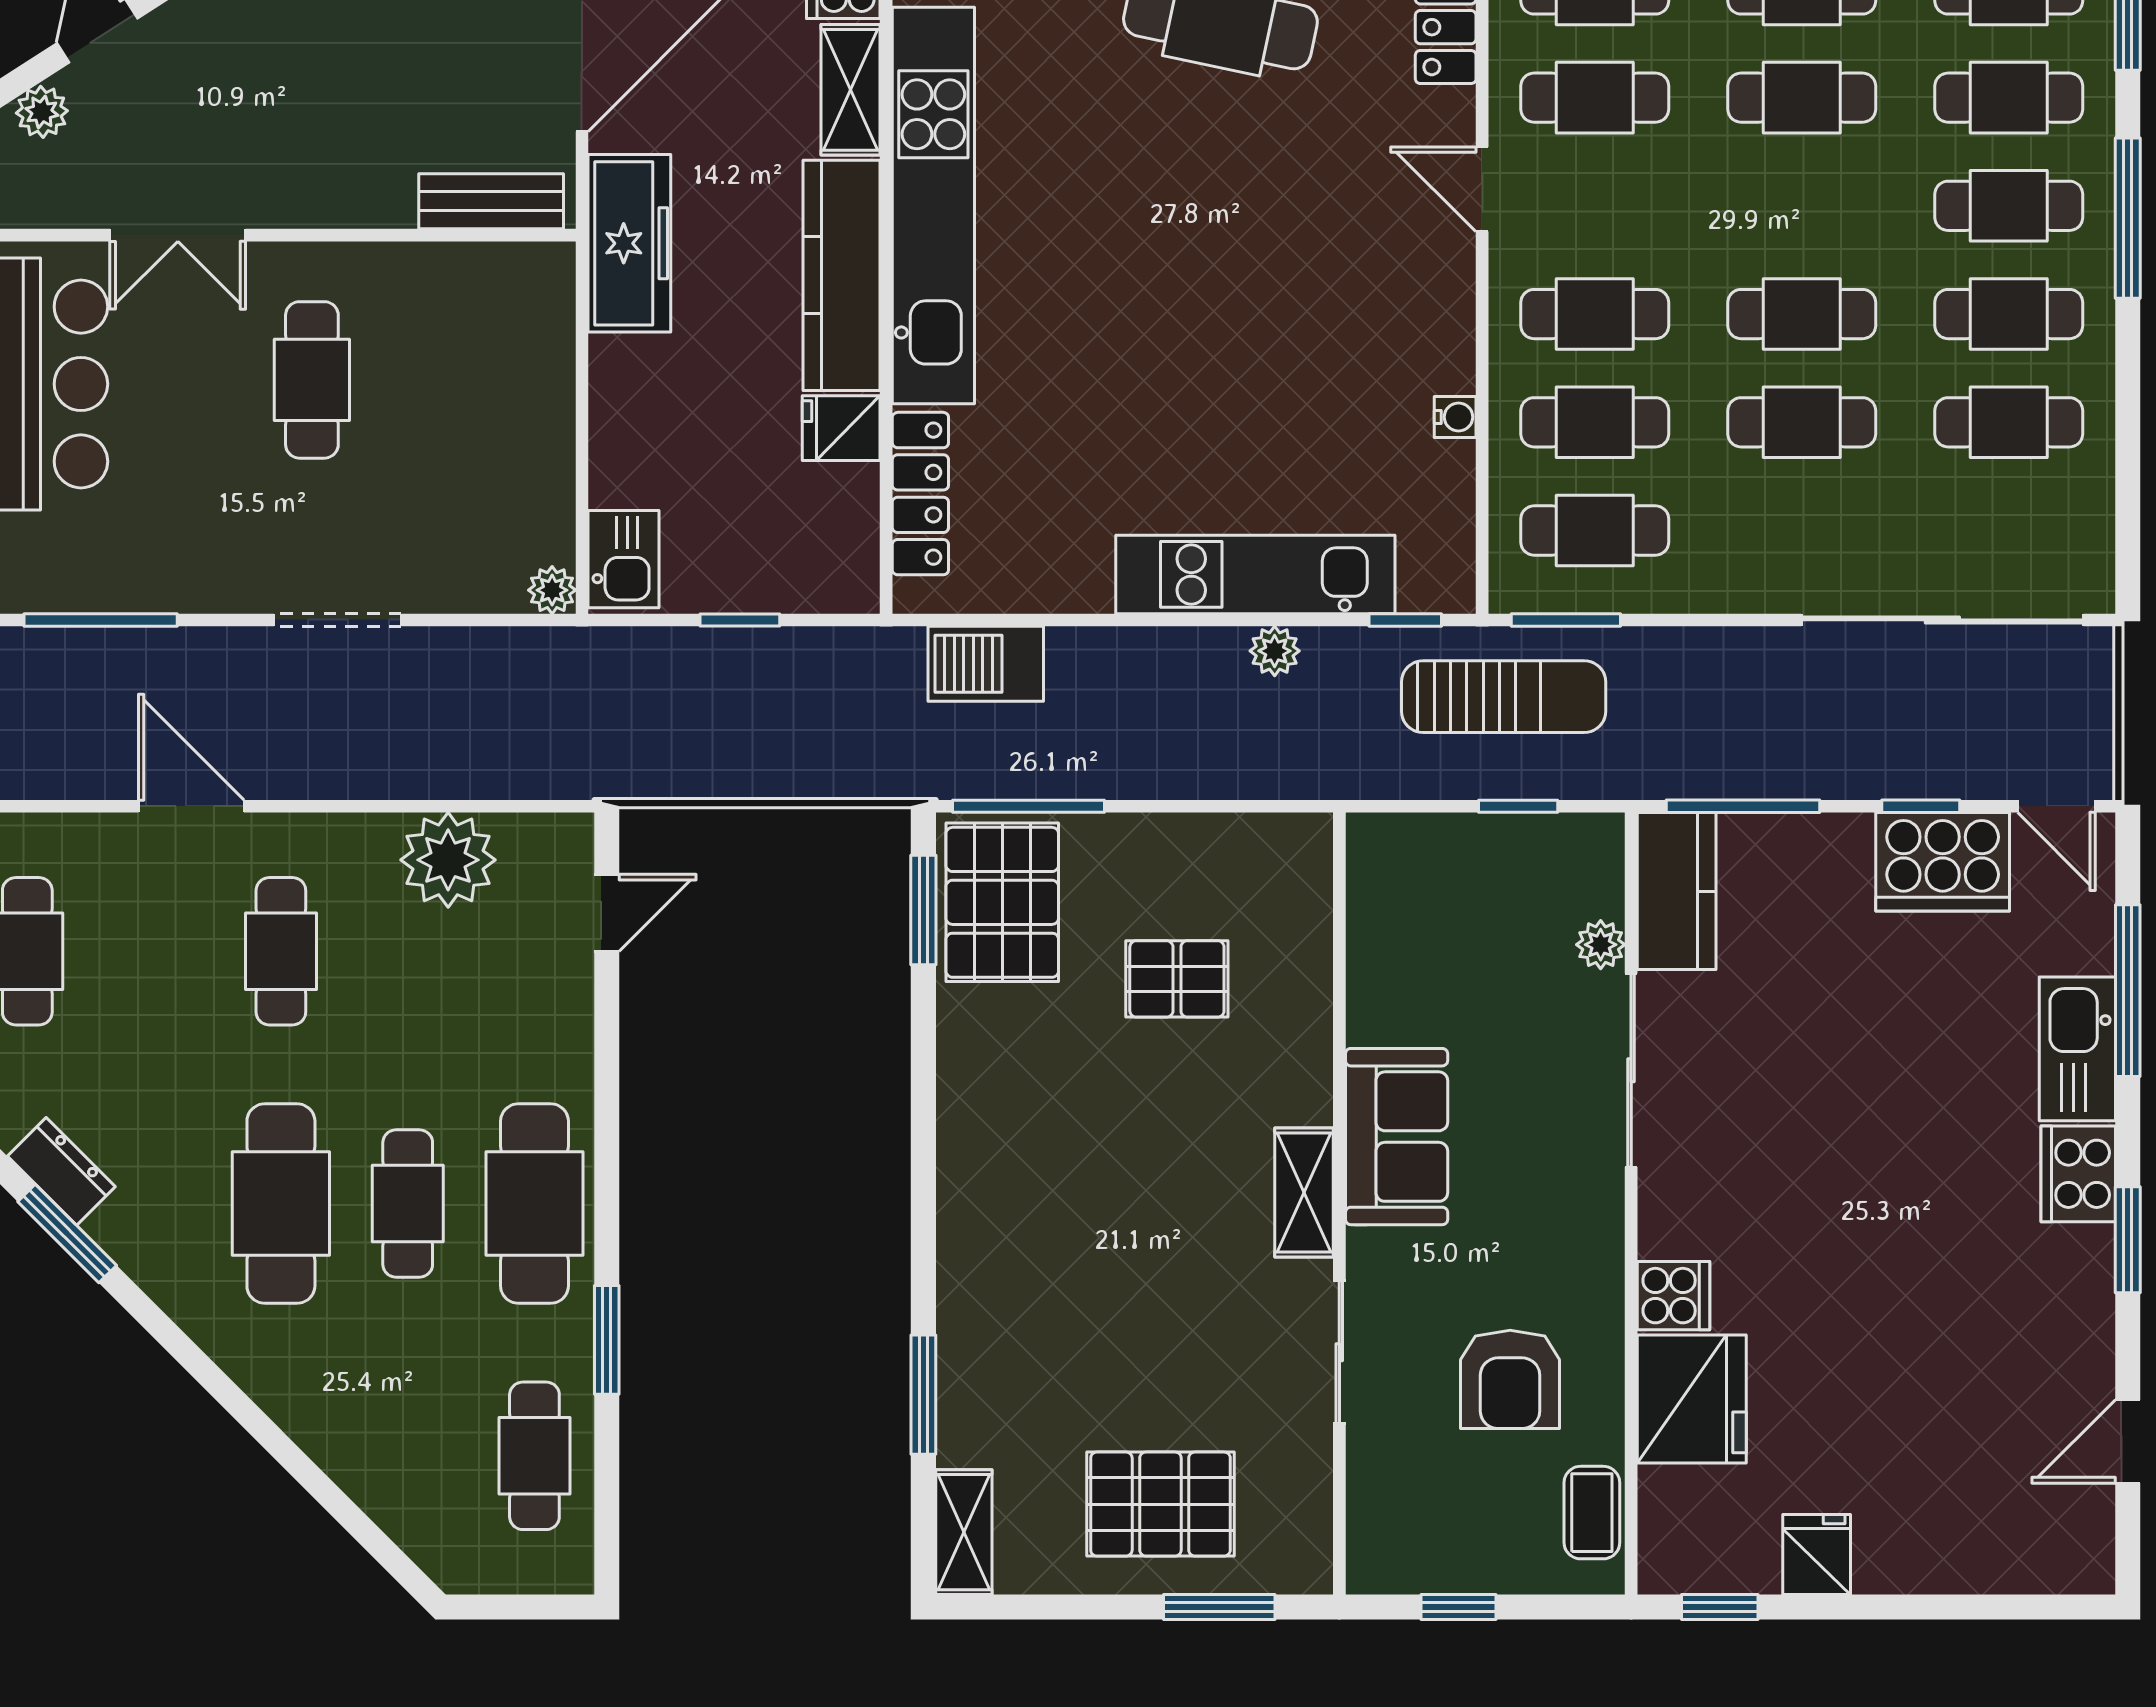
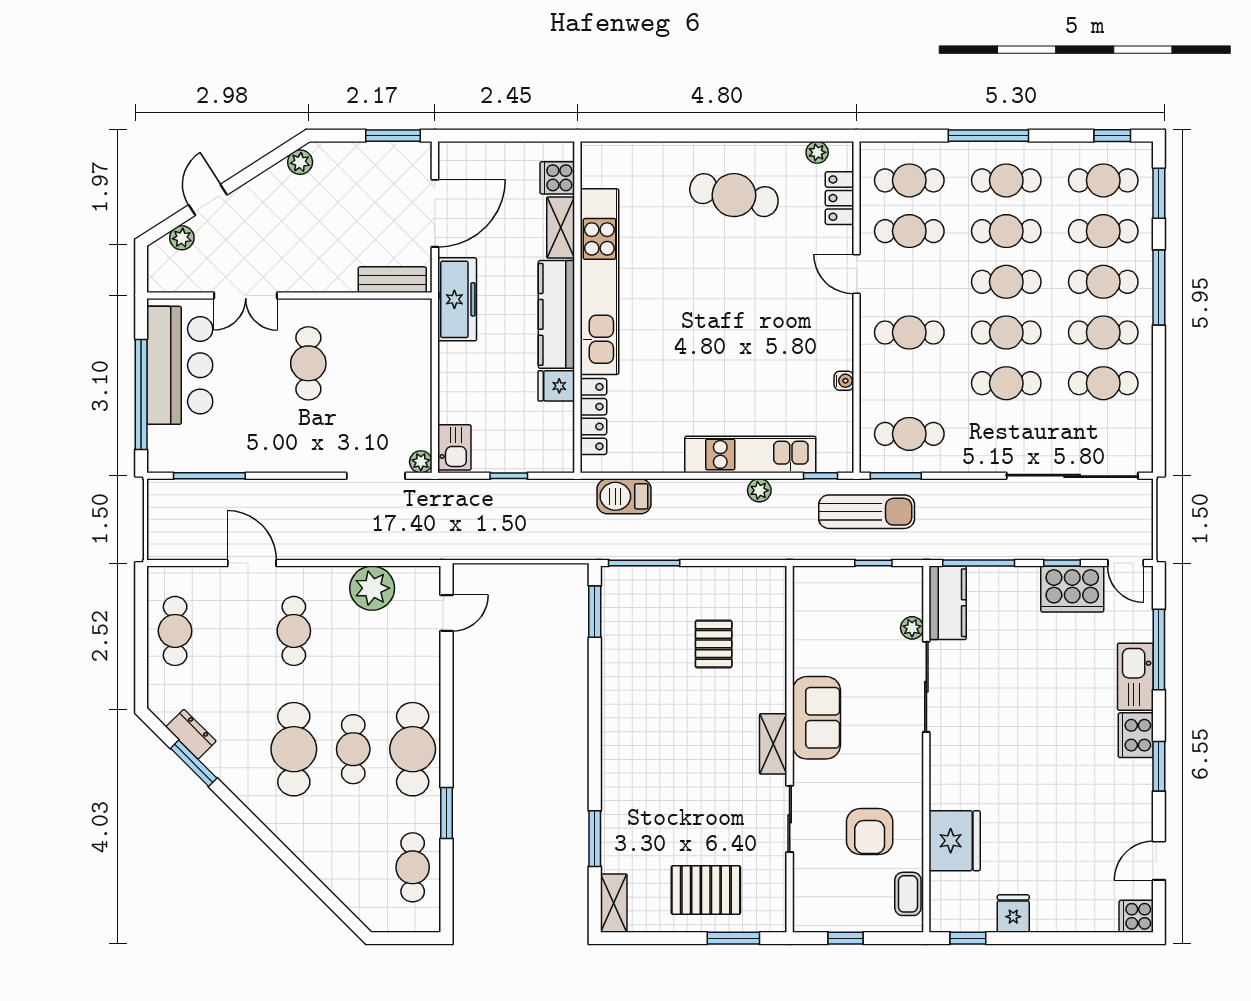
cafe table: (1595, 422) -> (1006, 282), moved
doorway: (338, 620) -> (376, 476), moved
pallet: (1002, 902) -> (632, 608), removed
pallet: (1177, 979) -> (714, 644), turned 90
cooker: (1673, 1296) -> (1136, 916), moved, turned 180

